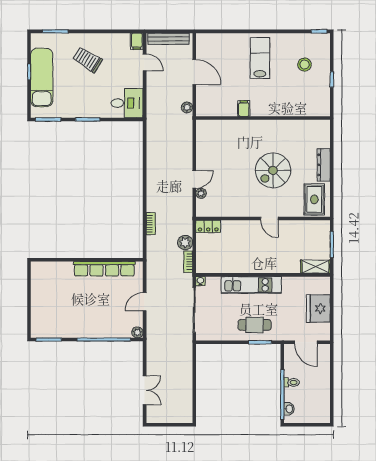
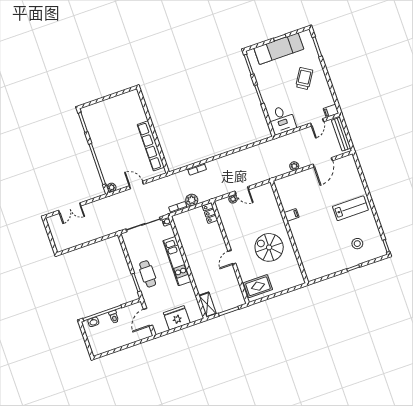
filing cabinet: (244, 108) -> (292, 215), moved
wall: (263, 118) -> (289, 232), moved
dresser: (324, 165) -> (286, 284), removed

